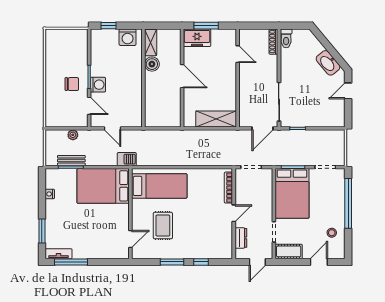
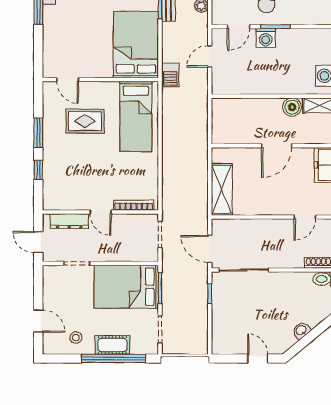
washbasin: (328, 63) -> (301, 330), width x0.52, depth x0.69
dresser: (241, 238) -> (69, 221), width x1.44
cot: (289, 251) -> (112, 345), moved, turned 90

